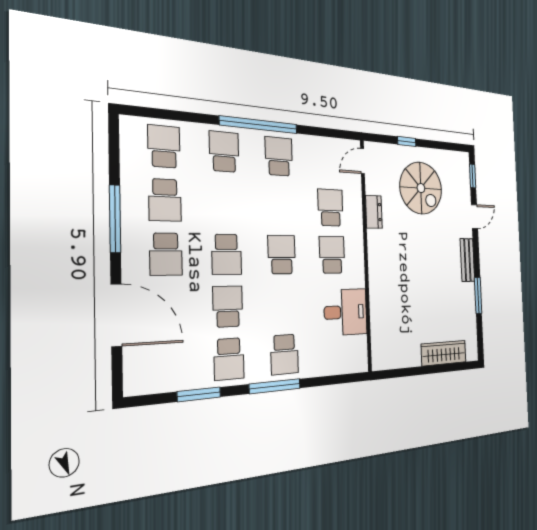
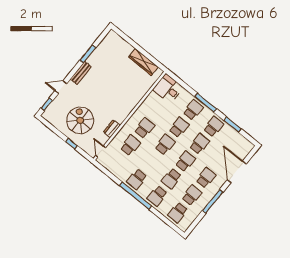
door: (363, 161) -> (101, 152), swing flipped
school desk: (225, 203) -> (171, 179), added
school desk: (330, 208) -> (130, 145), turned 180
school desk: (282, 255) -> (165, 145), turned 180
school desk: (332, 255) -> (144, 128), turned 180
school desk: (283, 304) -> (179, 127), added
school desk: (228, 306) -> (199, 144), turned 180
desk: (346, 312) -> (168, 89), moved
wardrobe: (444, 353) -> (143, 62), moved

